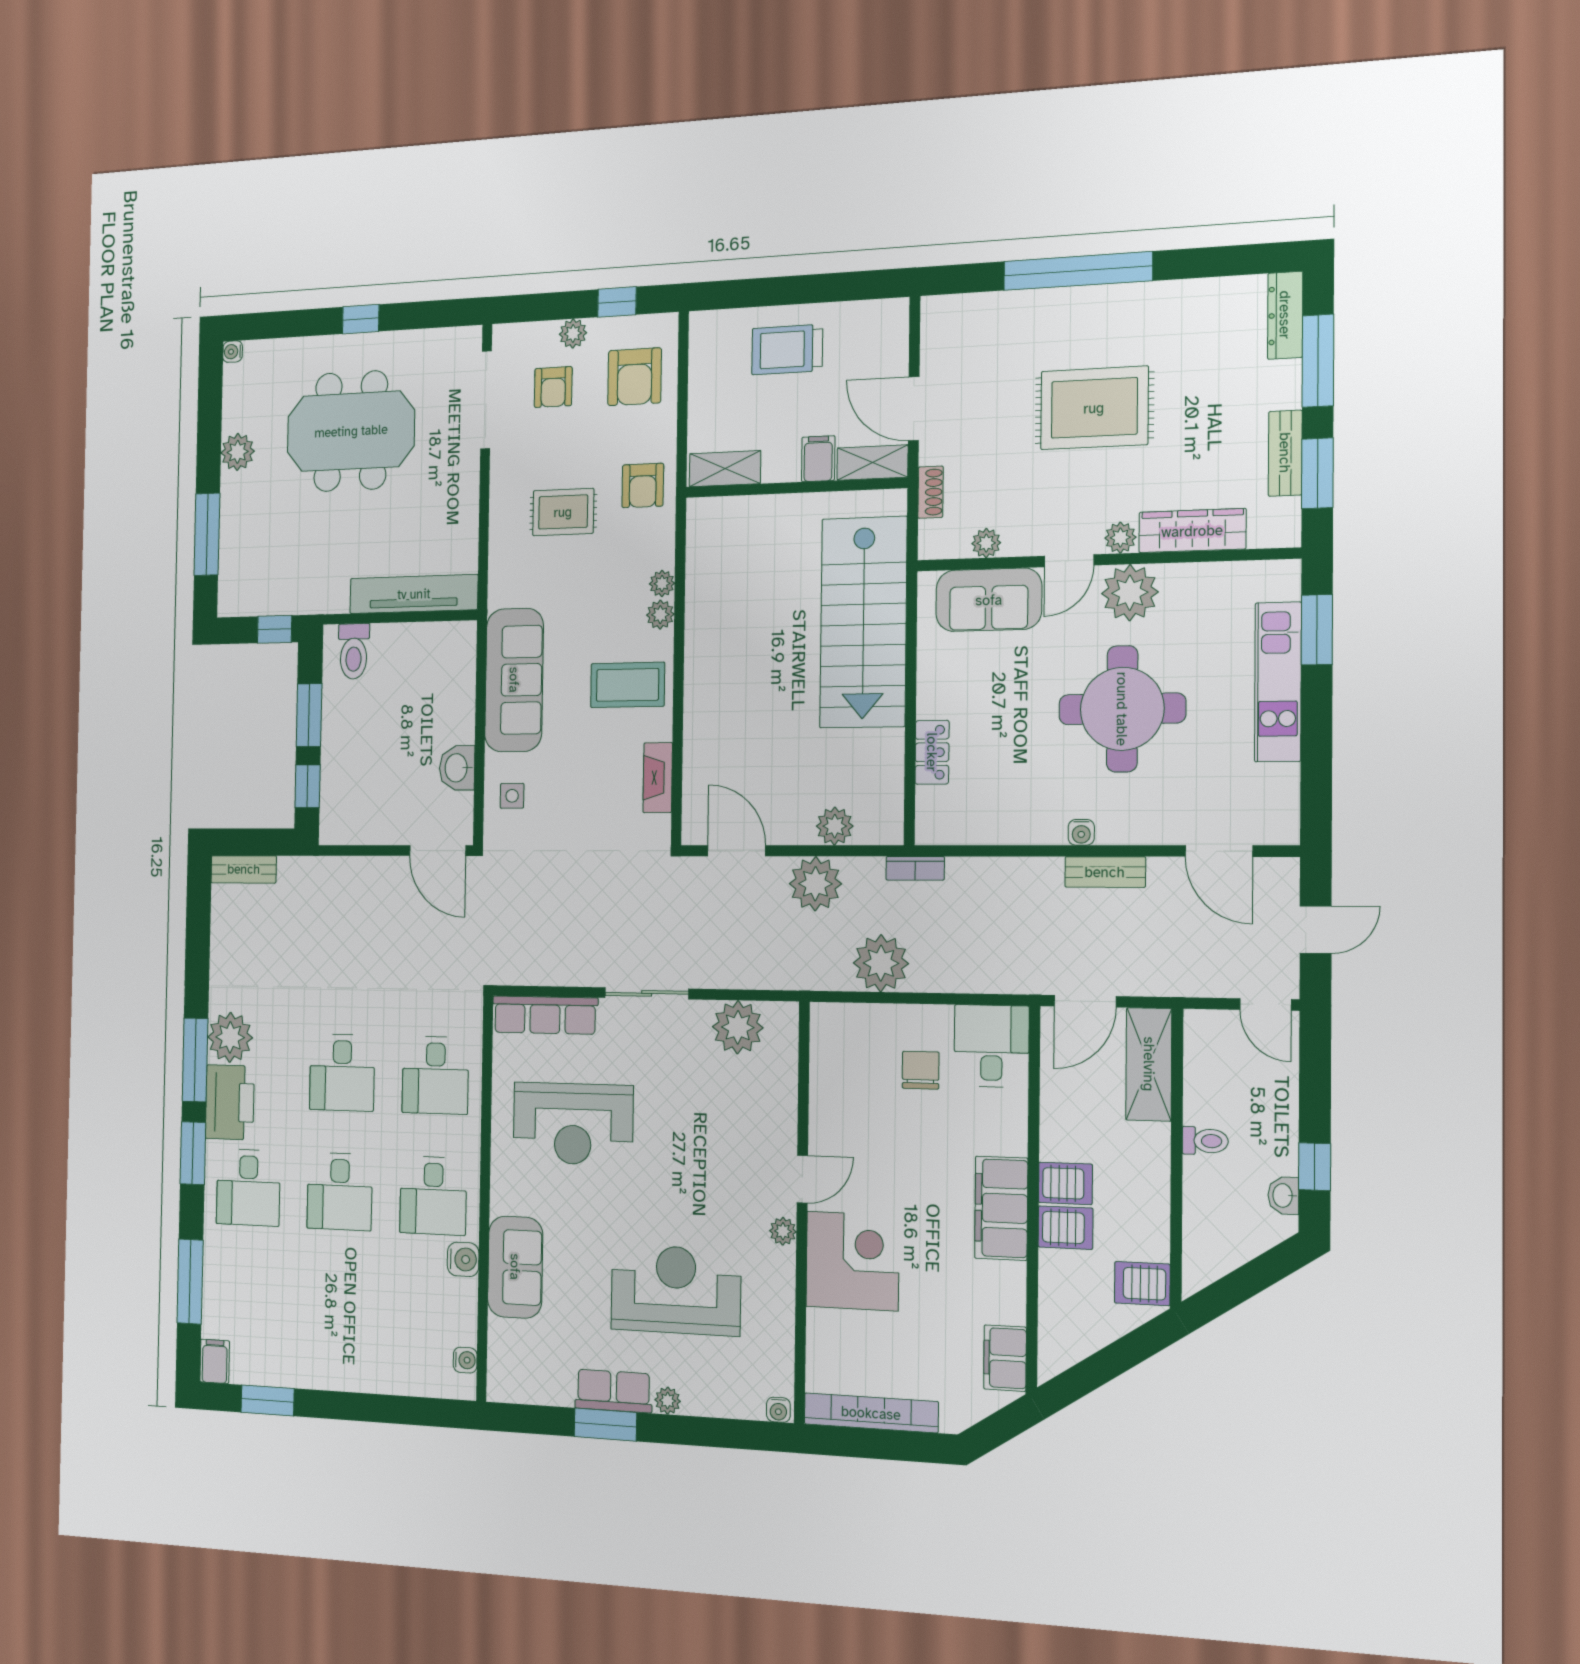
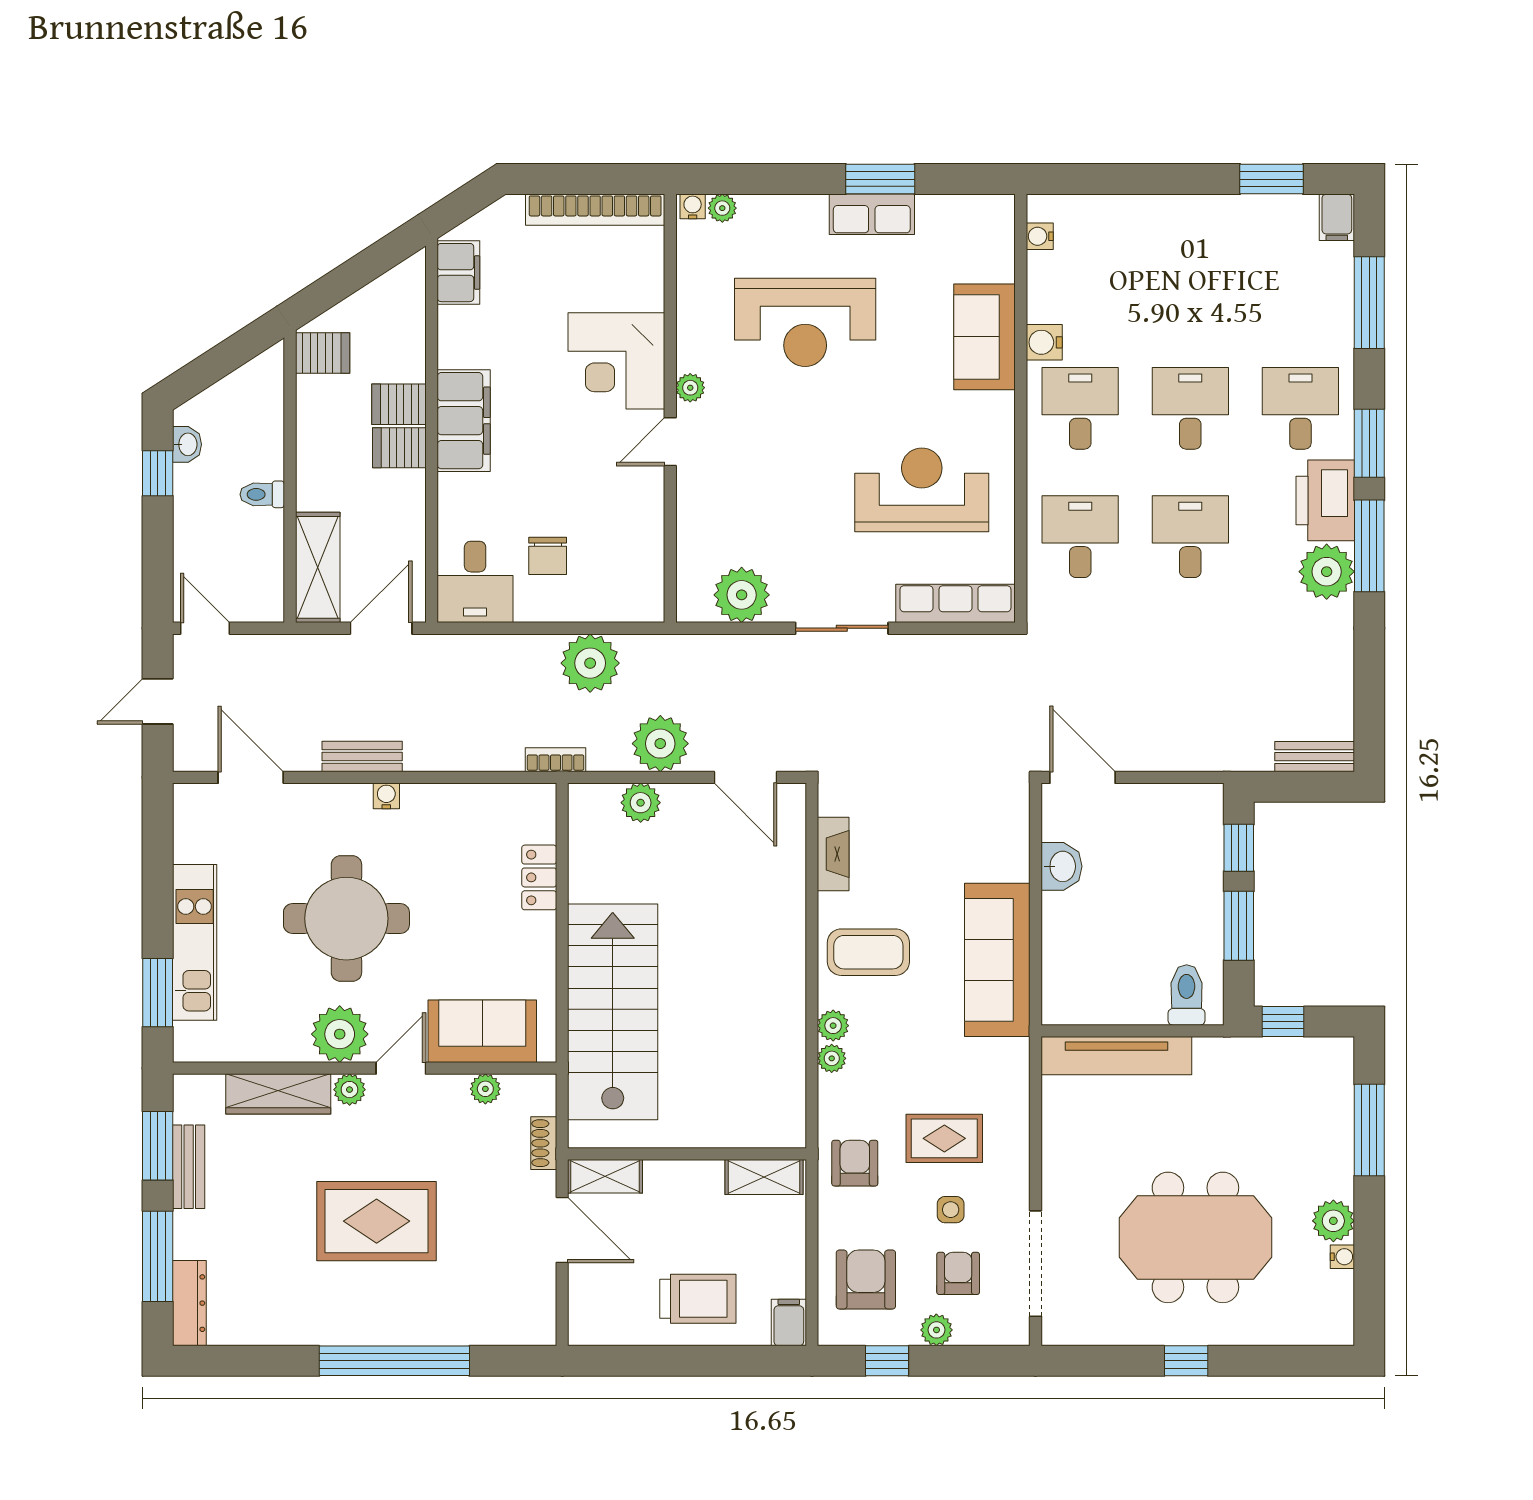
water cooler: (233, 352) -> (1342, 1257), moved
filing cabinet: (818, 459) -> (789, 1322), moved, turned 180
side table: (512, 796) -> (951, 1210), moved
plant: (668, 1401) -> (722, 208), moved

